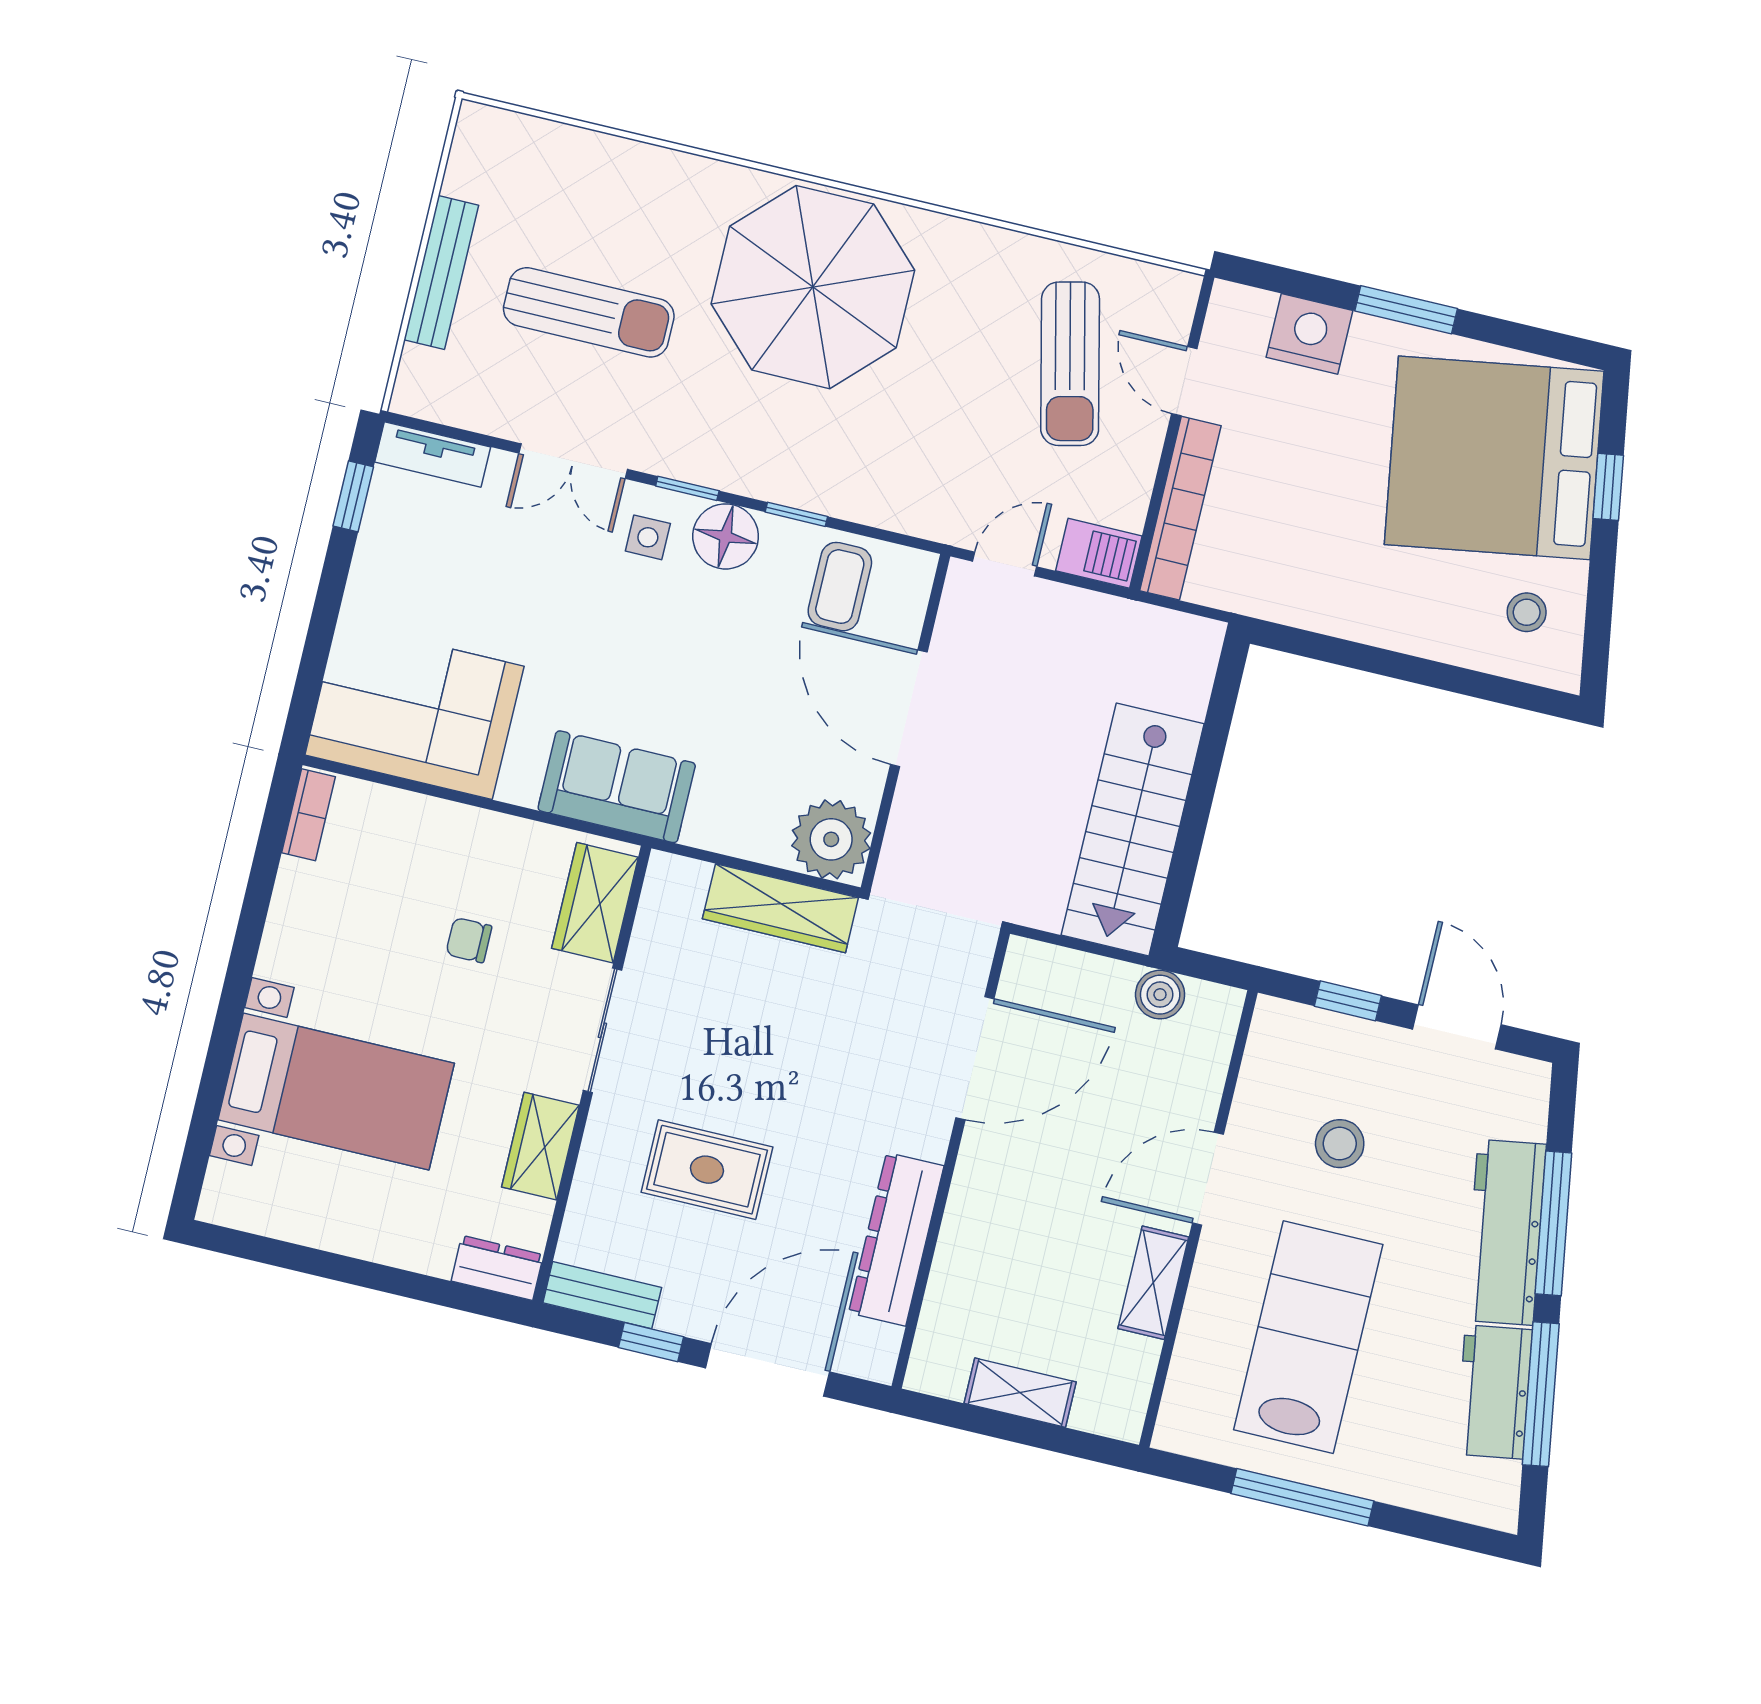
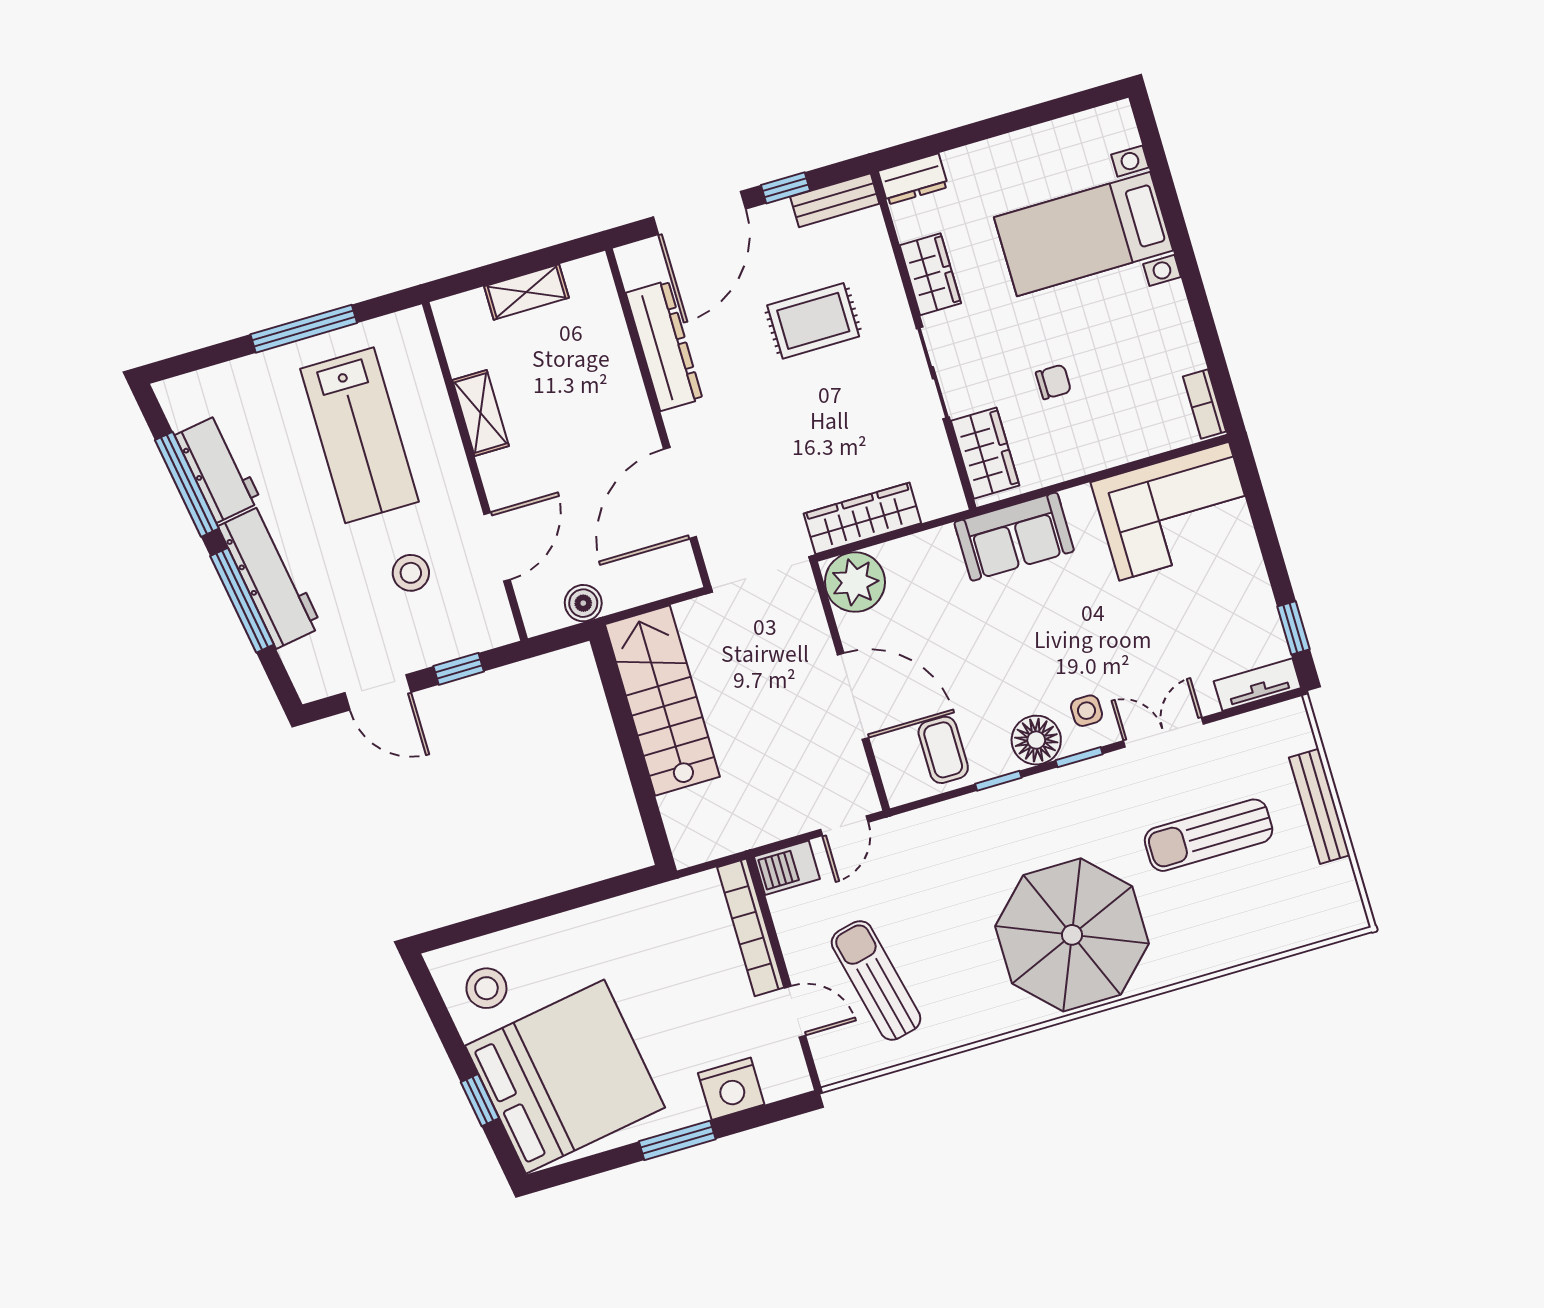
stool: (1527, 612) -> (486, 988), width x1.37, depth x1.37
door: (1208, 1179) -> (497, 547), moved

